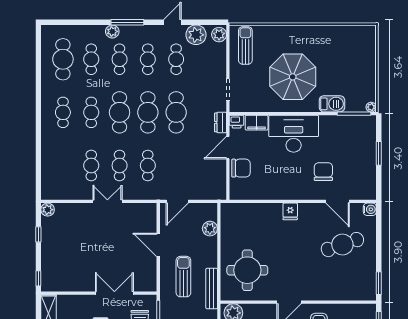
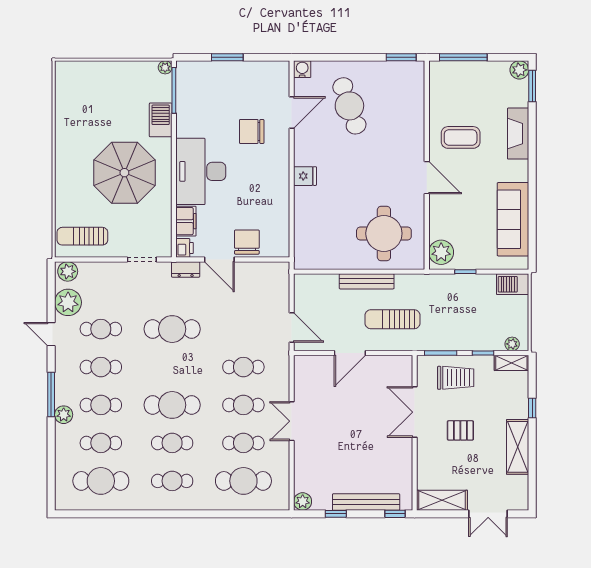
cafe table: (148, 112) -> (243, 481), moved
plant: (210, 229) -> (328, 284), removed
bench: (47, 257) -> (366, 502), added
bench: (212, 289) -> (367, 281), moved

